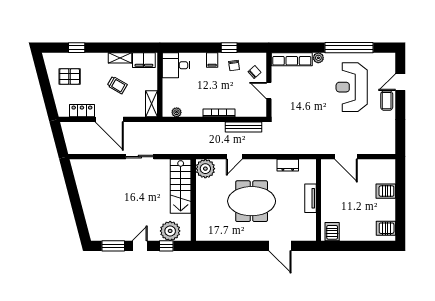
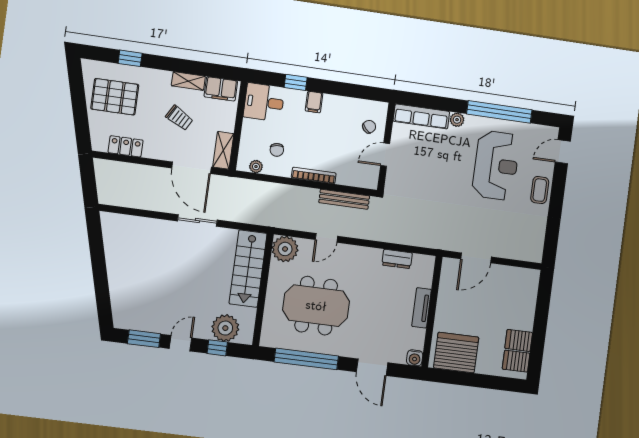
window: (229, 48) -> (296, 82), moved
chair: (234, 66) -> (277, 150), moved
pallet: (70, 77) -> (115, 97), width x1.50, depth x1.42
door: (400, 82) -> (563, 152), moved
reception desk: (352, 87) -> (496, 165), turned 180
door: (269, 91) -> (385, 155), hinge flipped
door: (109, 119) -> (191, 168), moved
door: (346, 157) -> (476, 258), hinge flipped
server rack: (386, 191) -> (519, 340), moved
meeting table: (252, 201) -> (316, 306), moved
server rack: (332, 232) -> (456, 353), width x2.18, depth x1.44
water cooler: (310, 235) -> (415, 358), added
window: (231, 246) -> (306, 359), added

